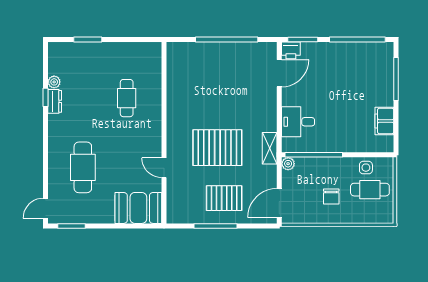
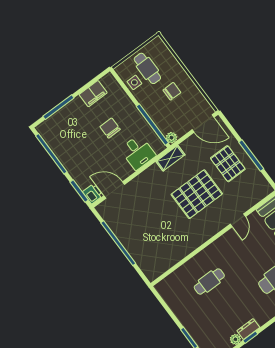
chair: (340, 113) -> (110, 128), added
pallet: (217, 148) -> (197, 194), turned 90

